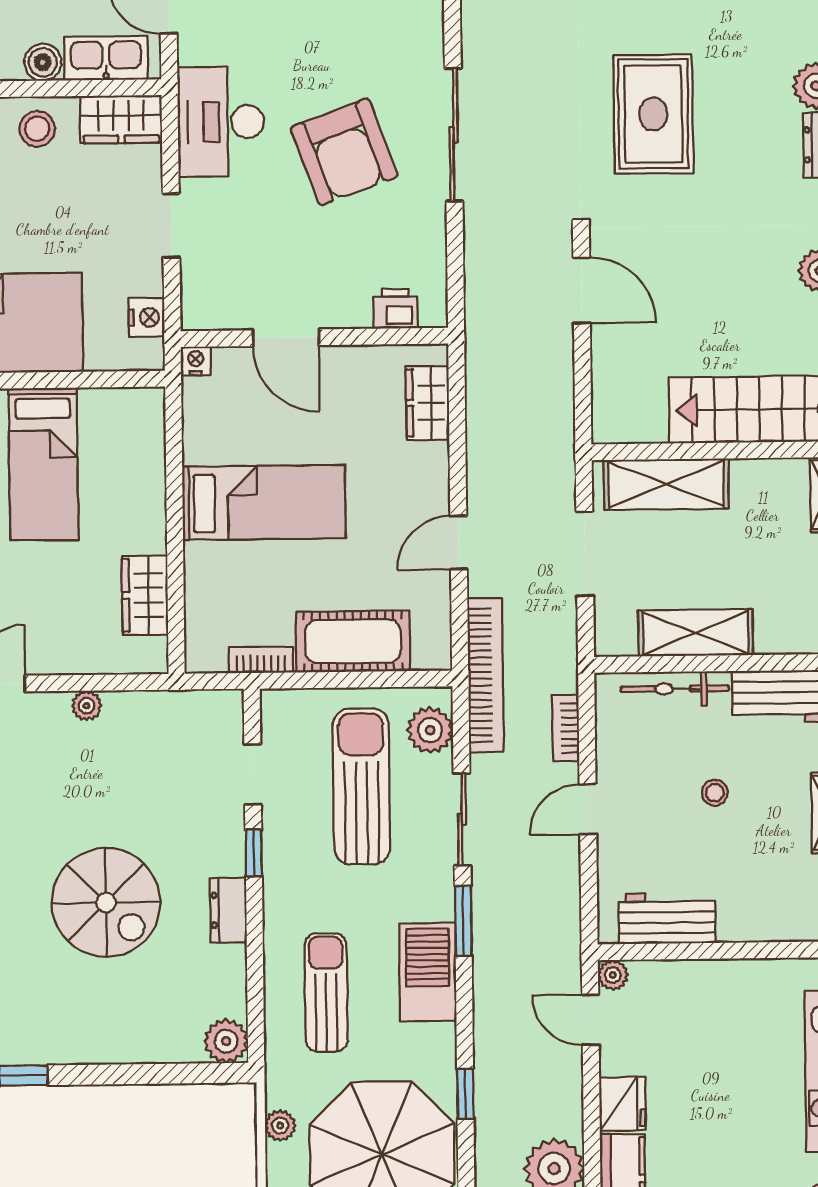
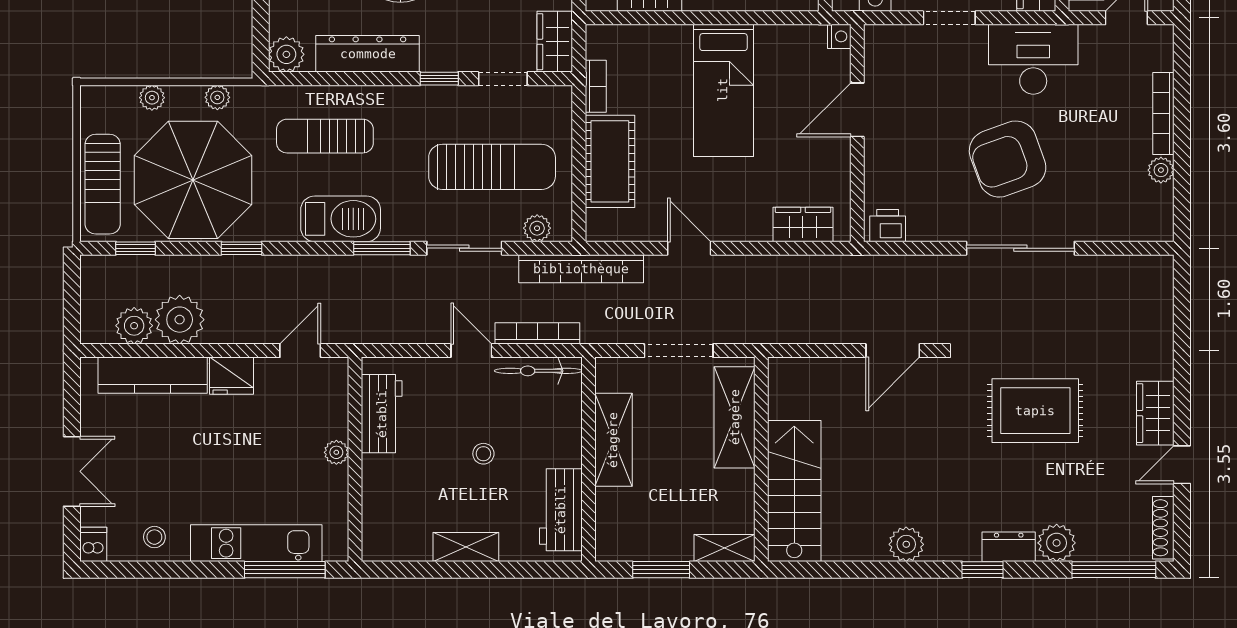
printer: (395, 309) -> (888, 226), moved, turned -90
bicycle: (675, 689) -> (538, 371), moved, turned -90
wardrobe: (206, 711) -> (555, 42), added
bookcase: (566, 728) -> (537, 333), width x1.56
plant: (430, 730) -> (537, 228), width x0.73, depth x0.73
dresser: (228, 910) -> (368, 54), width x1.96, depth x1.24
plant: (613, 975) -> (336, 452), moved
sun lounger: (326, 993) -> (325, 136), turned 180

